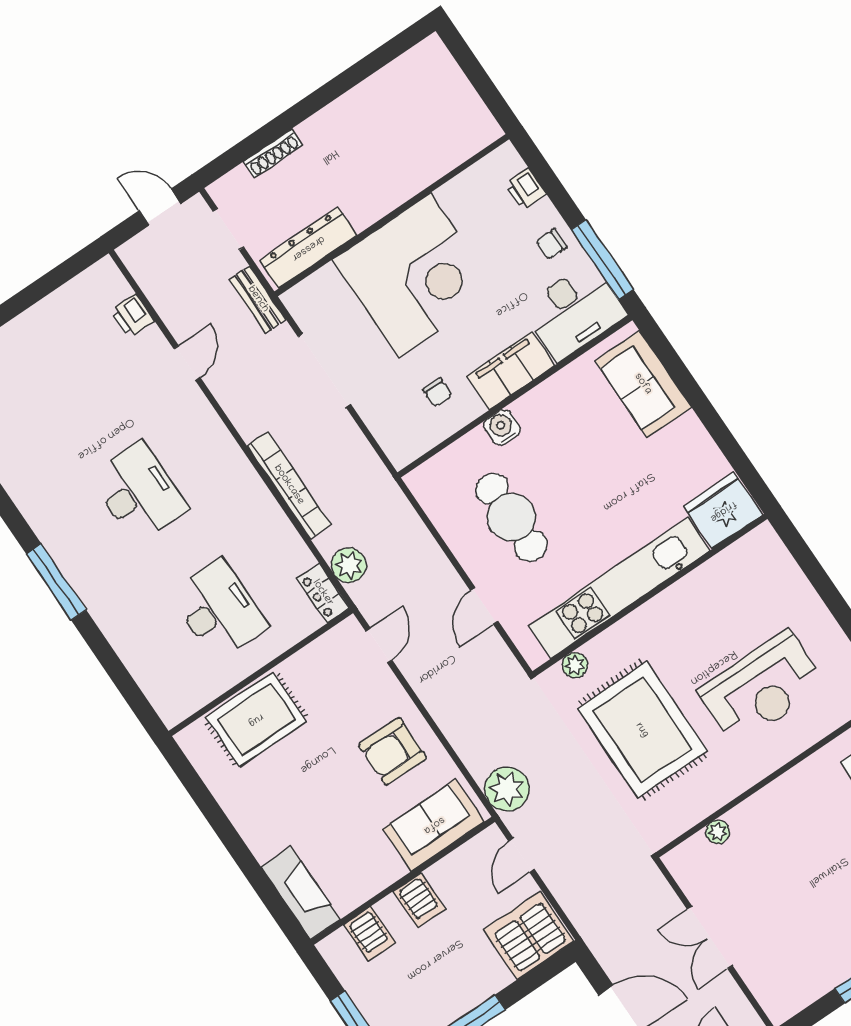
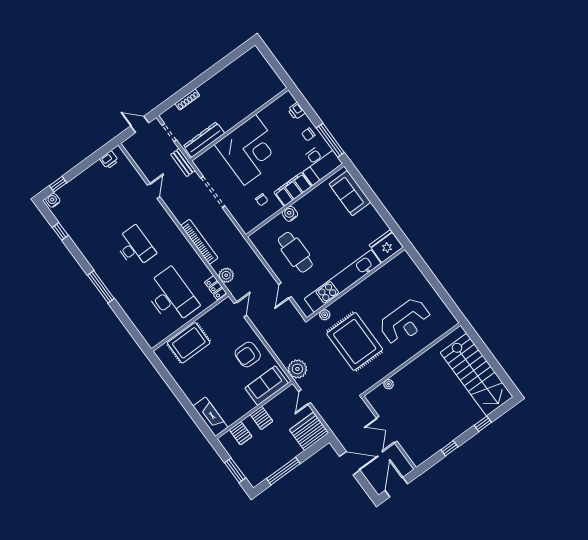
printer: (132, 316) -> (109, 160), moved, turned -90
desk: (219, 610) -> (171, 296), width x1.36, depth x1.30

